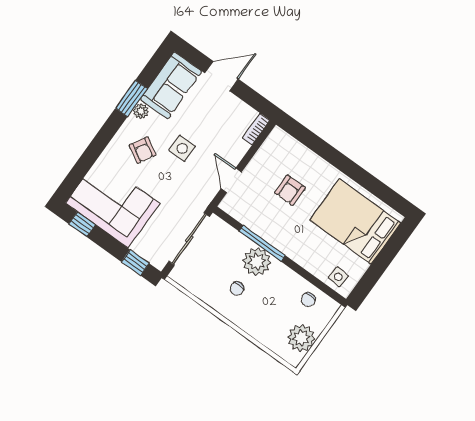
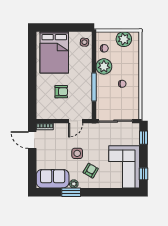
door: (221, 76) -> (32, 140), moved
plant: (257, 262) -> (104, 66), moved

